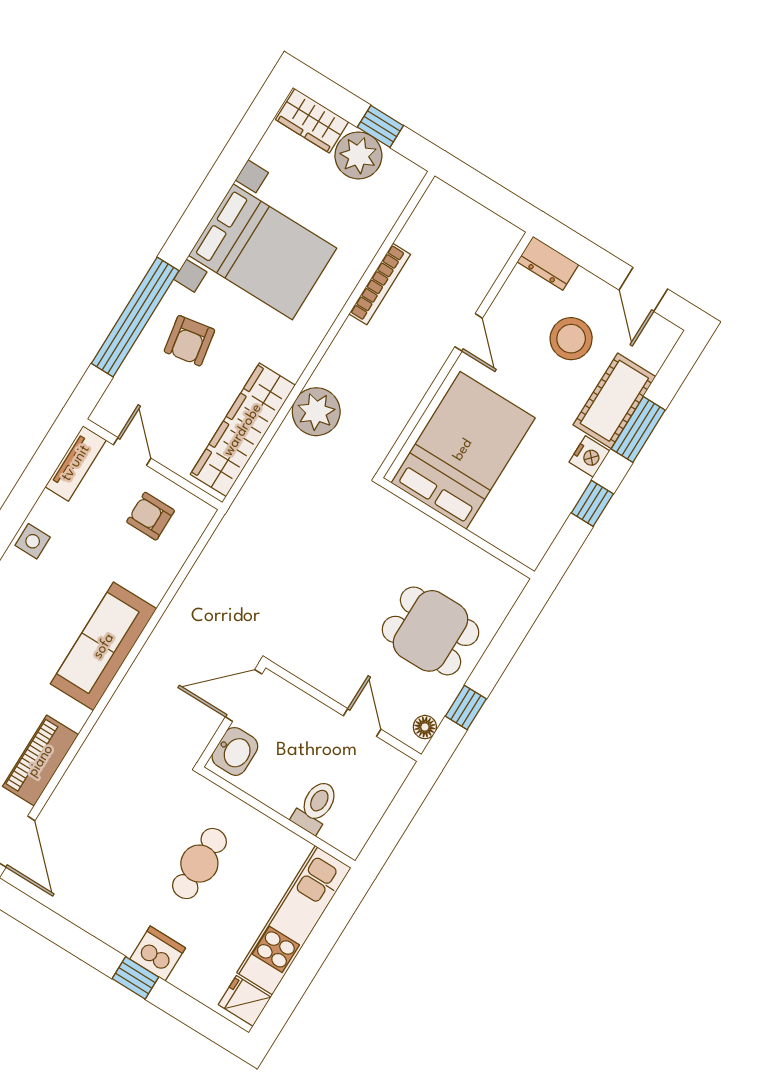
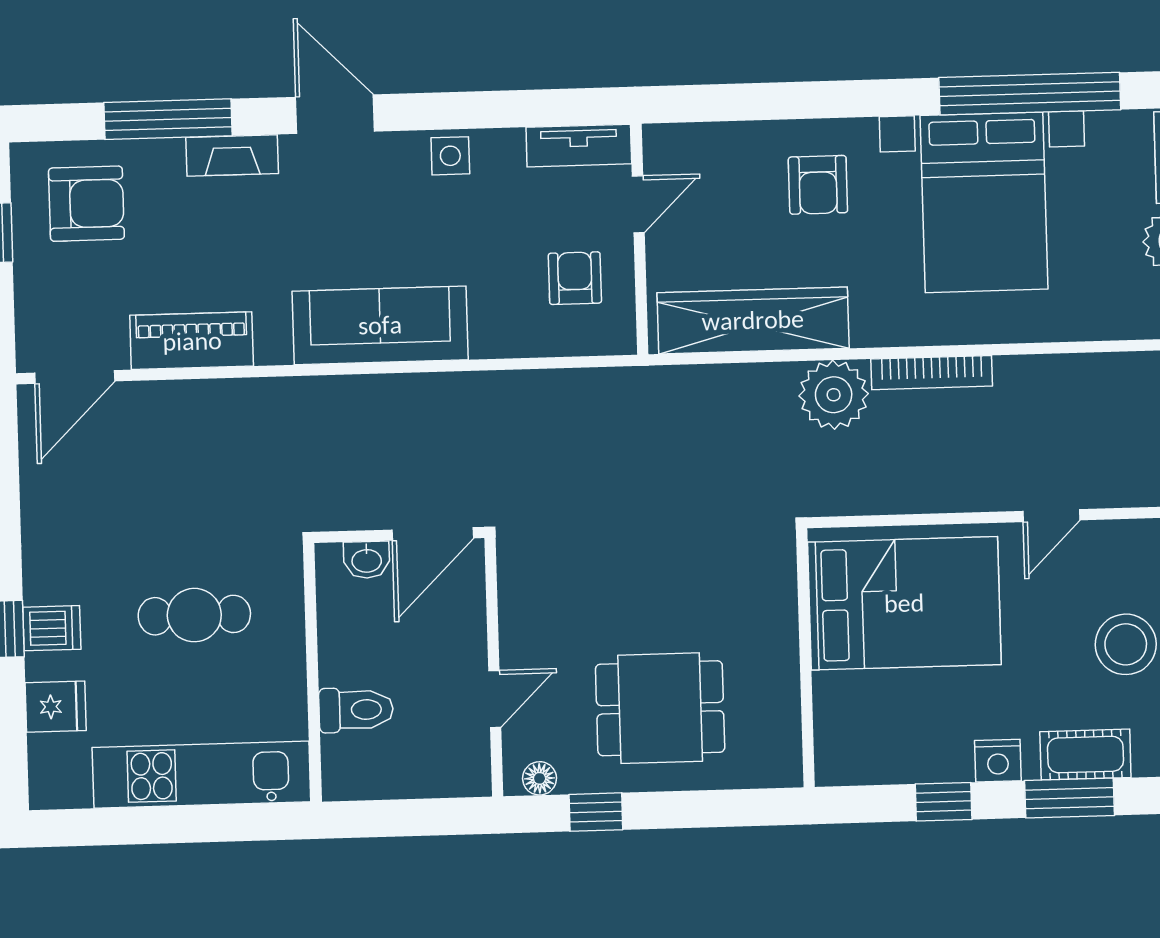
bookcase: (380, 284) -> (932, 373), moved
window: (135, 317) -> (1030, 94), moved
armchair: (189, 341) -> (818, 185), turned -80
cot: (614, 401) -> (1085, 755), width x0.73, depth x0.75
dining table: (430, 631) -> (660, 708), turned 90
door: (244, 695) -> (433, 534), swing flipped
washbasin: (235, 751) -> (367, 560), width x0.72, depth x0.69
dishwasher: (158, 954) -> (52, 628), width x0.73
fridge: (245, 1001) -> (56, 707), moved, turned 90

